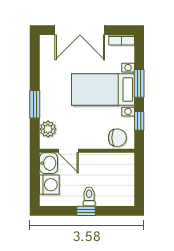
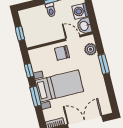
chair: (117, 138) -> (62, 53), moved
window: (139, 175) -> (20, 34), added

